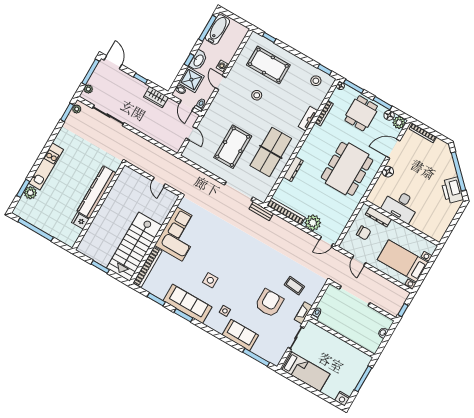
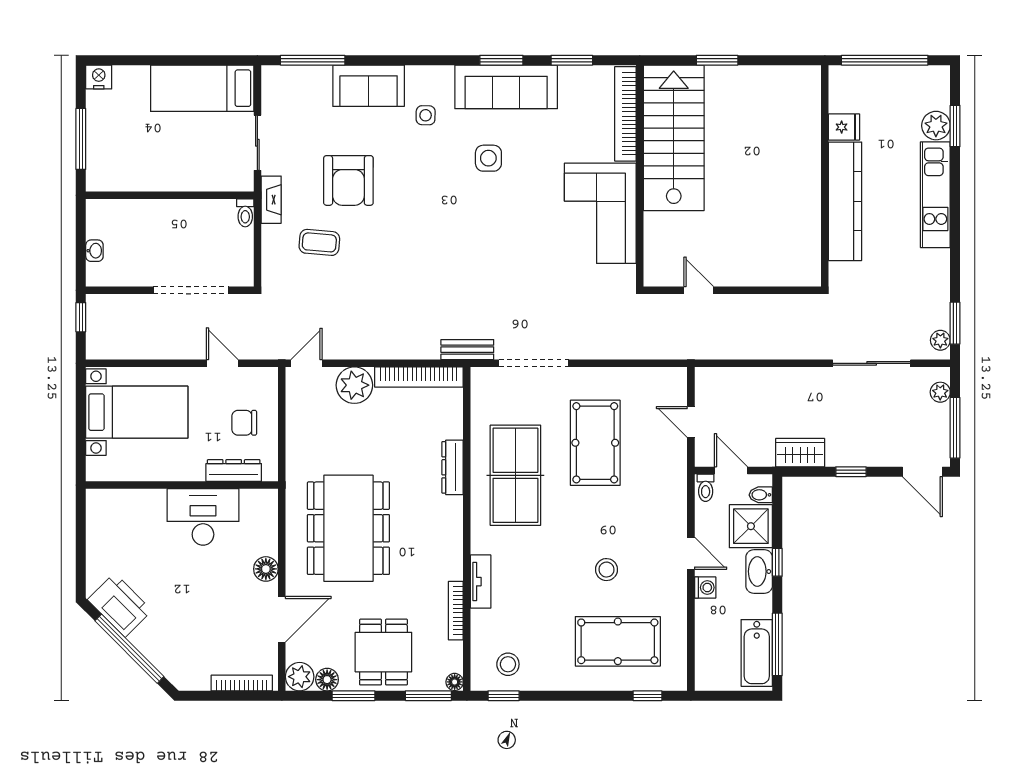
kitchen counter: (96, 192) -> (845, 201), moved
wall: (99, 206) -> (825, 176), moved
fridge: (80, 221) -> (844, 127), moved

